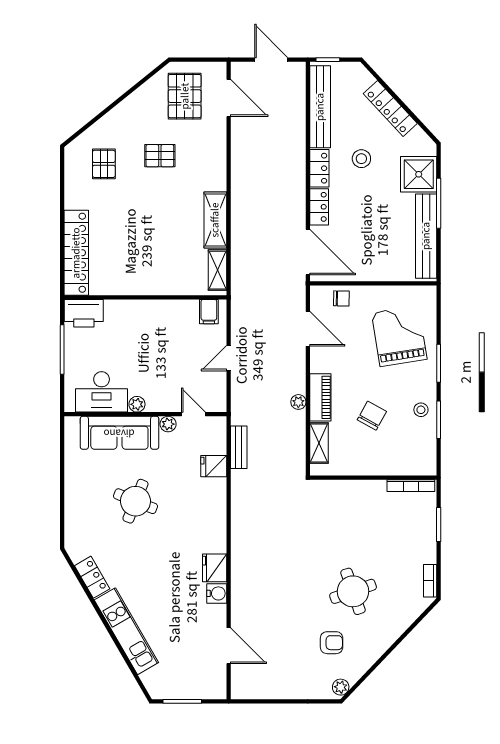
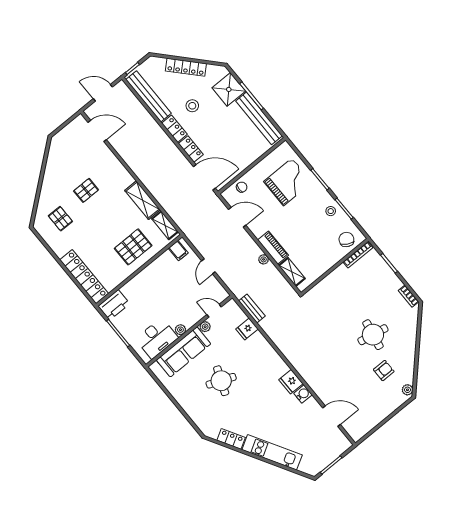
pallet: (185, 96) -> (133, 247), moved, turned 90
grand piano: (399, 336) -> (288, 182), turned 99
chair: (372, 416) -> (346, 239), moved
round table: (353, 591) -> (373, 335), turned 30

